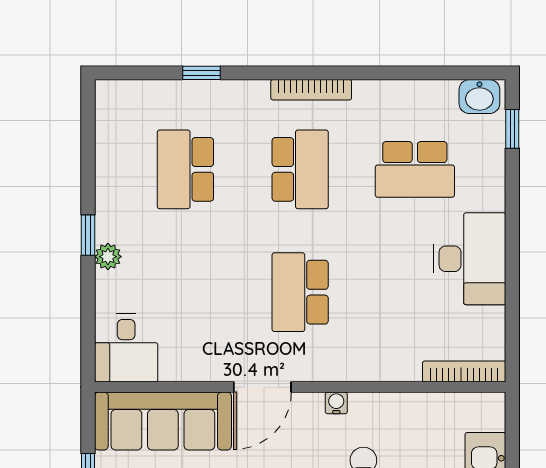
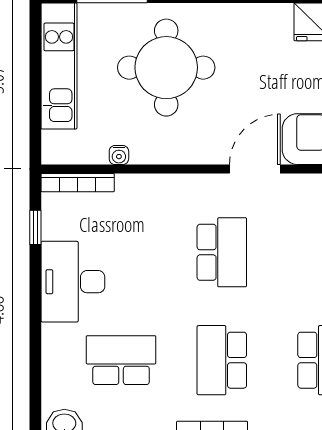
window: (512, 129) -> (35, 227), moved
water cooler: (336, 403) -> (119, 155), moved

